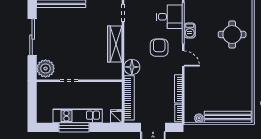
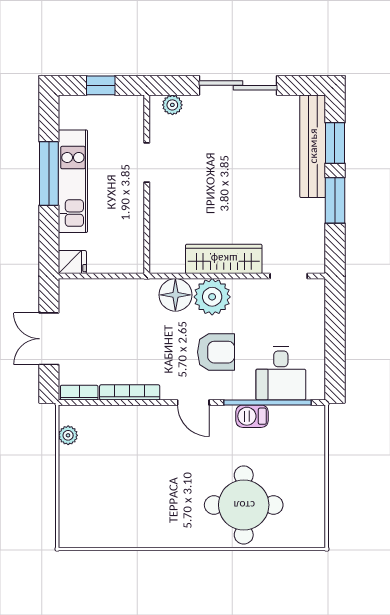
round table: (232, 34) -> (244, 505), width x1.36, depth x1.36
plant: (133, 50) -> (212, 297), added
door: (183, 59) -> (193, 402), hinge flipped
plant: (46, 68) -> (172, 105), width x0.53, depth x0.53
bookcase: (129, 98) -> (111, 289), removed
window: (32, 103) -> (101, 85), added
bench: (228, 117) -> (71, 496), removed

